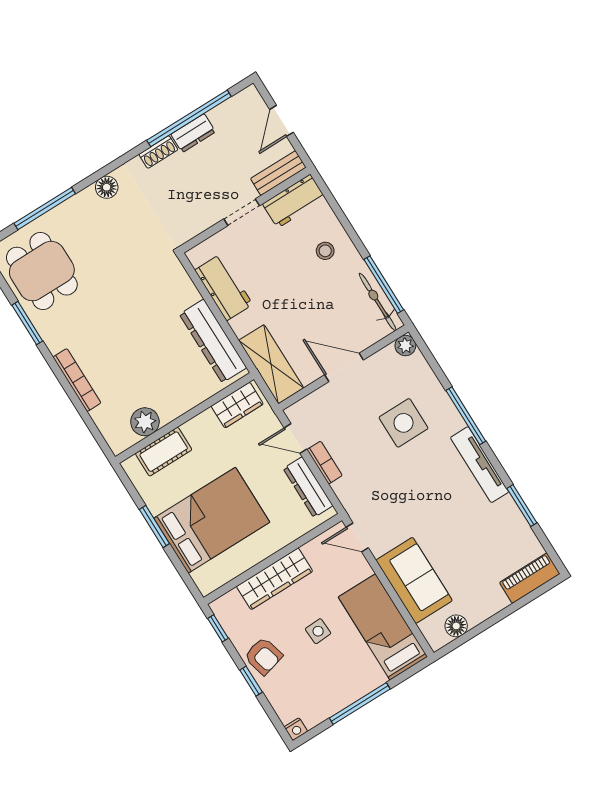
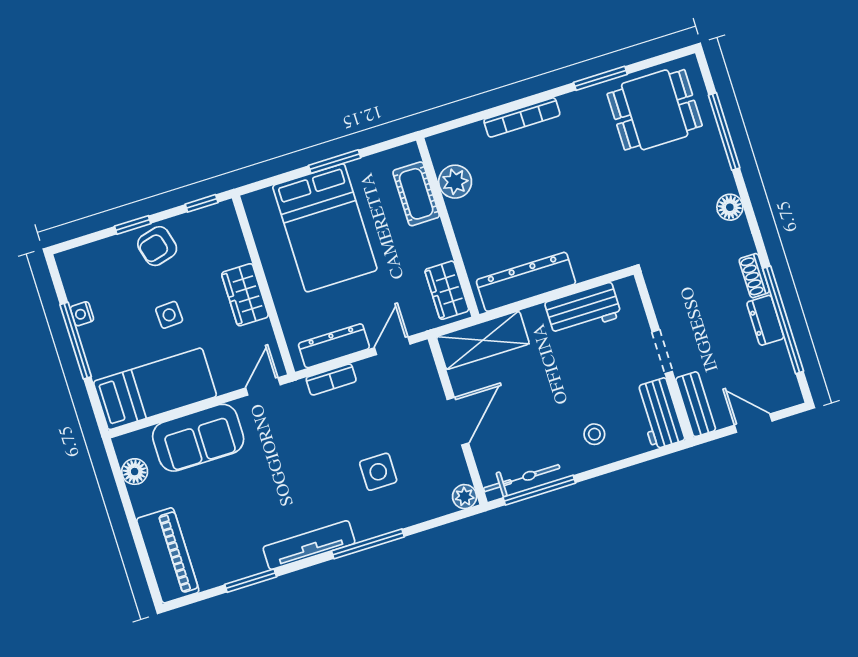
side table: (403, 423) -> (378, 472), width x0.73, depth x0.73
bookcase: (325, 463) -> (331, 379), moved
piano: (530, 578) -> (168, 555), width x1.37, depth x1.33
wardrobe: (275, 579) -> (245, 295), width x0.67
nightstand: (296, 729) -> (82, 314), moved

